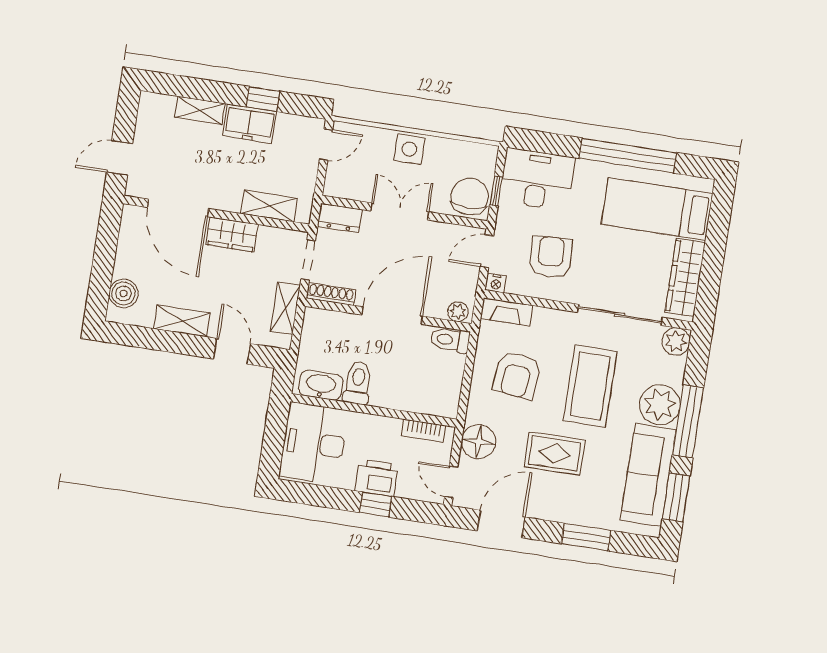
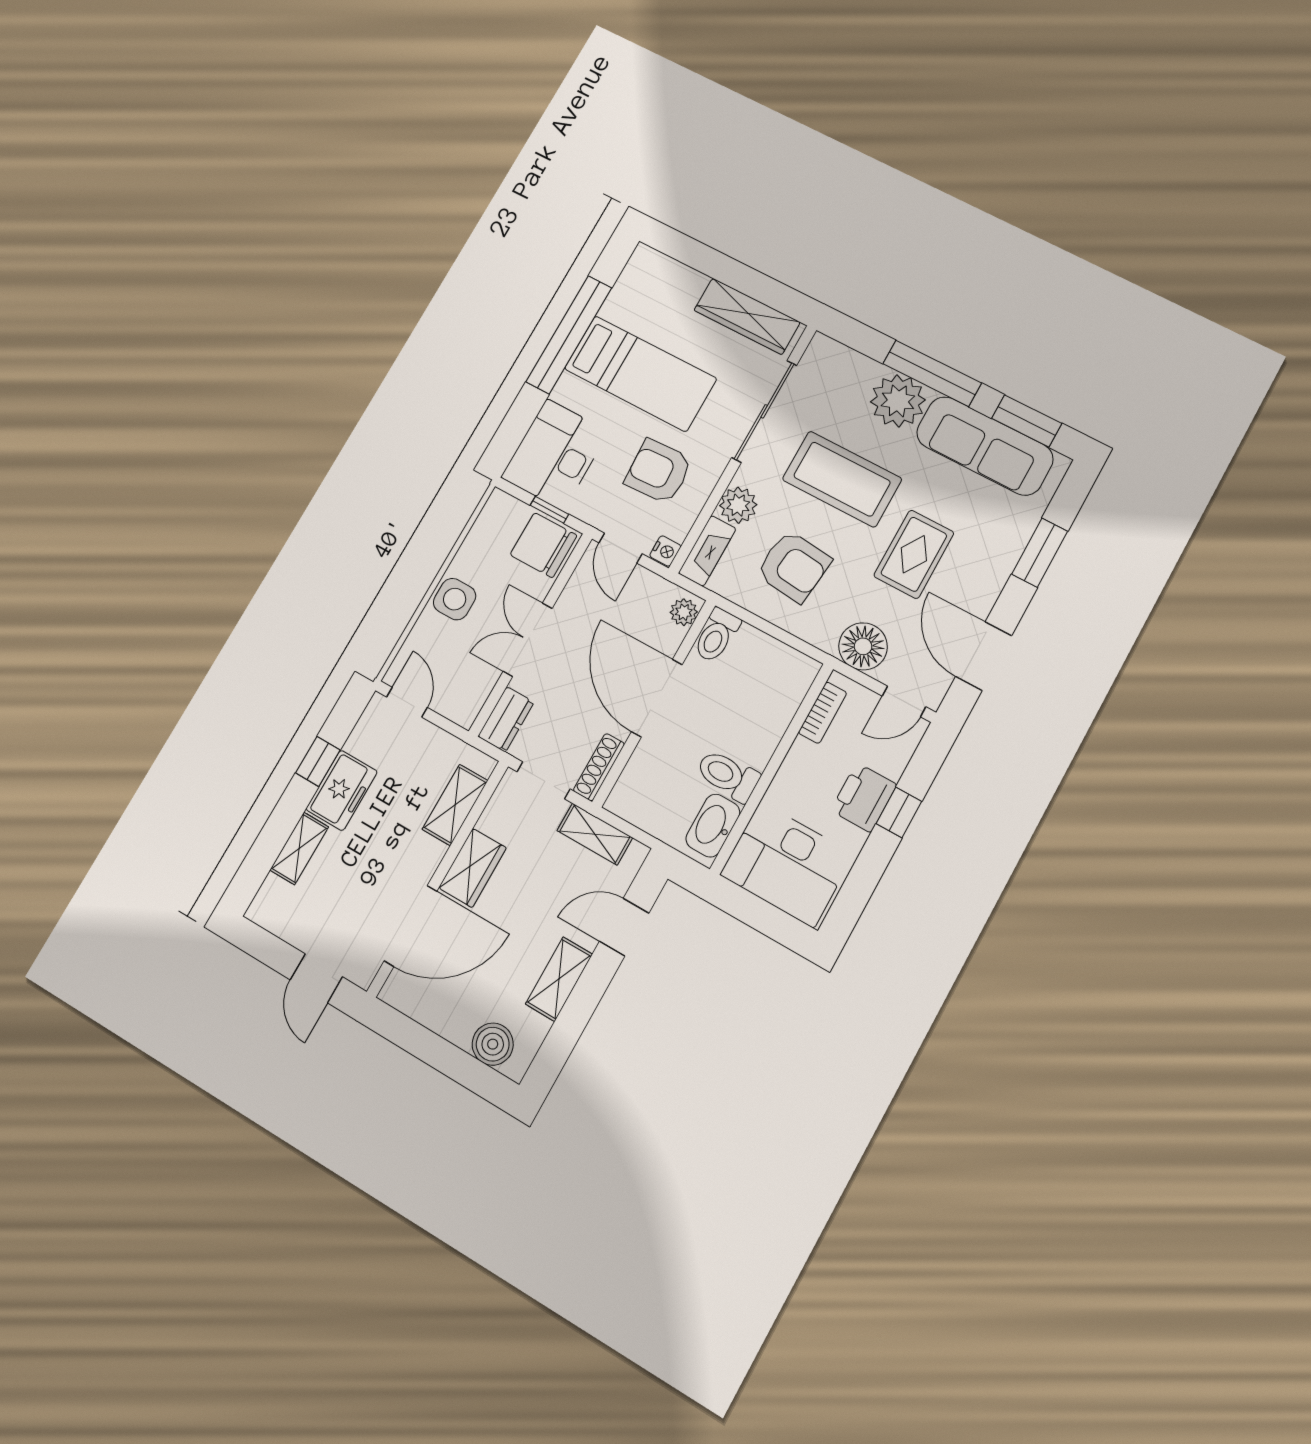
bed: (657, 209) -> (640, 374), moved, turned -90
plant: (676, 341) -> (738, 505), moved

